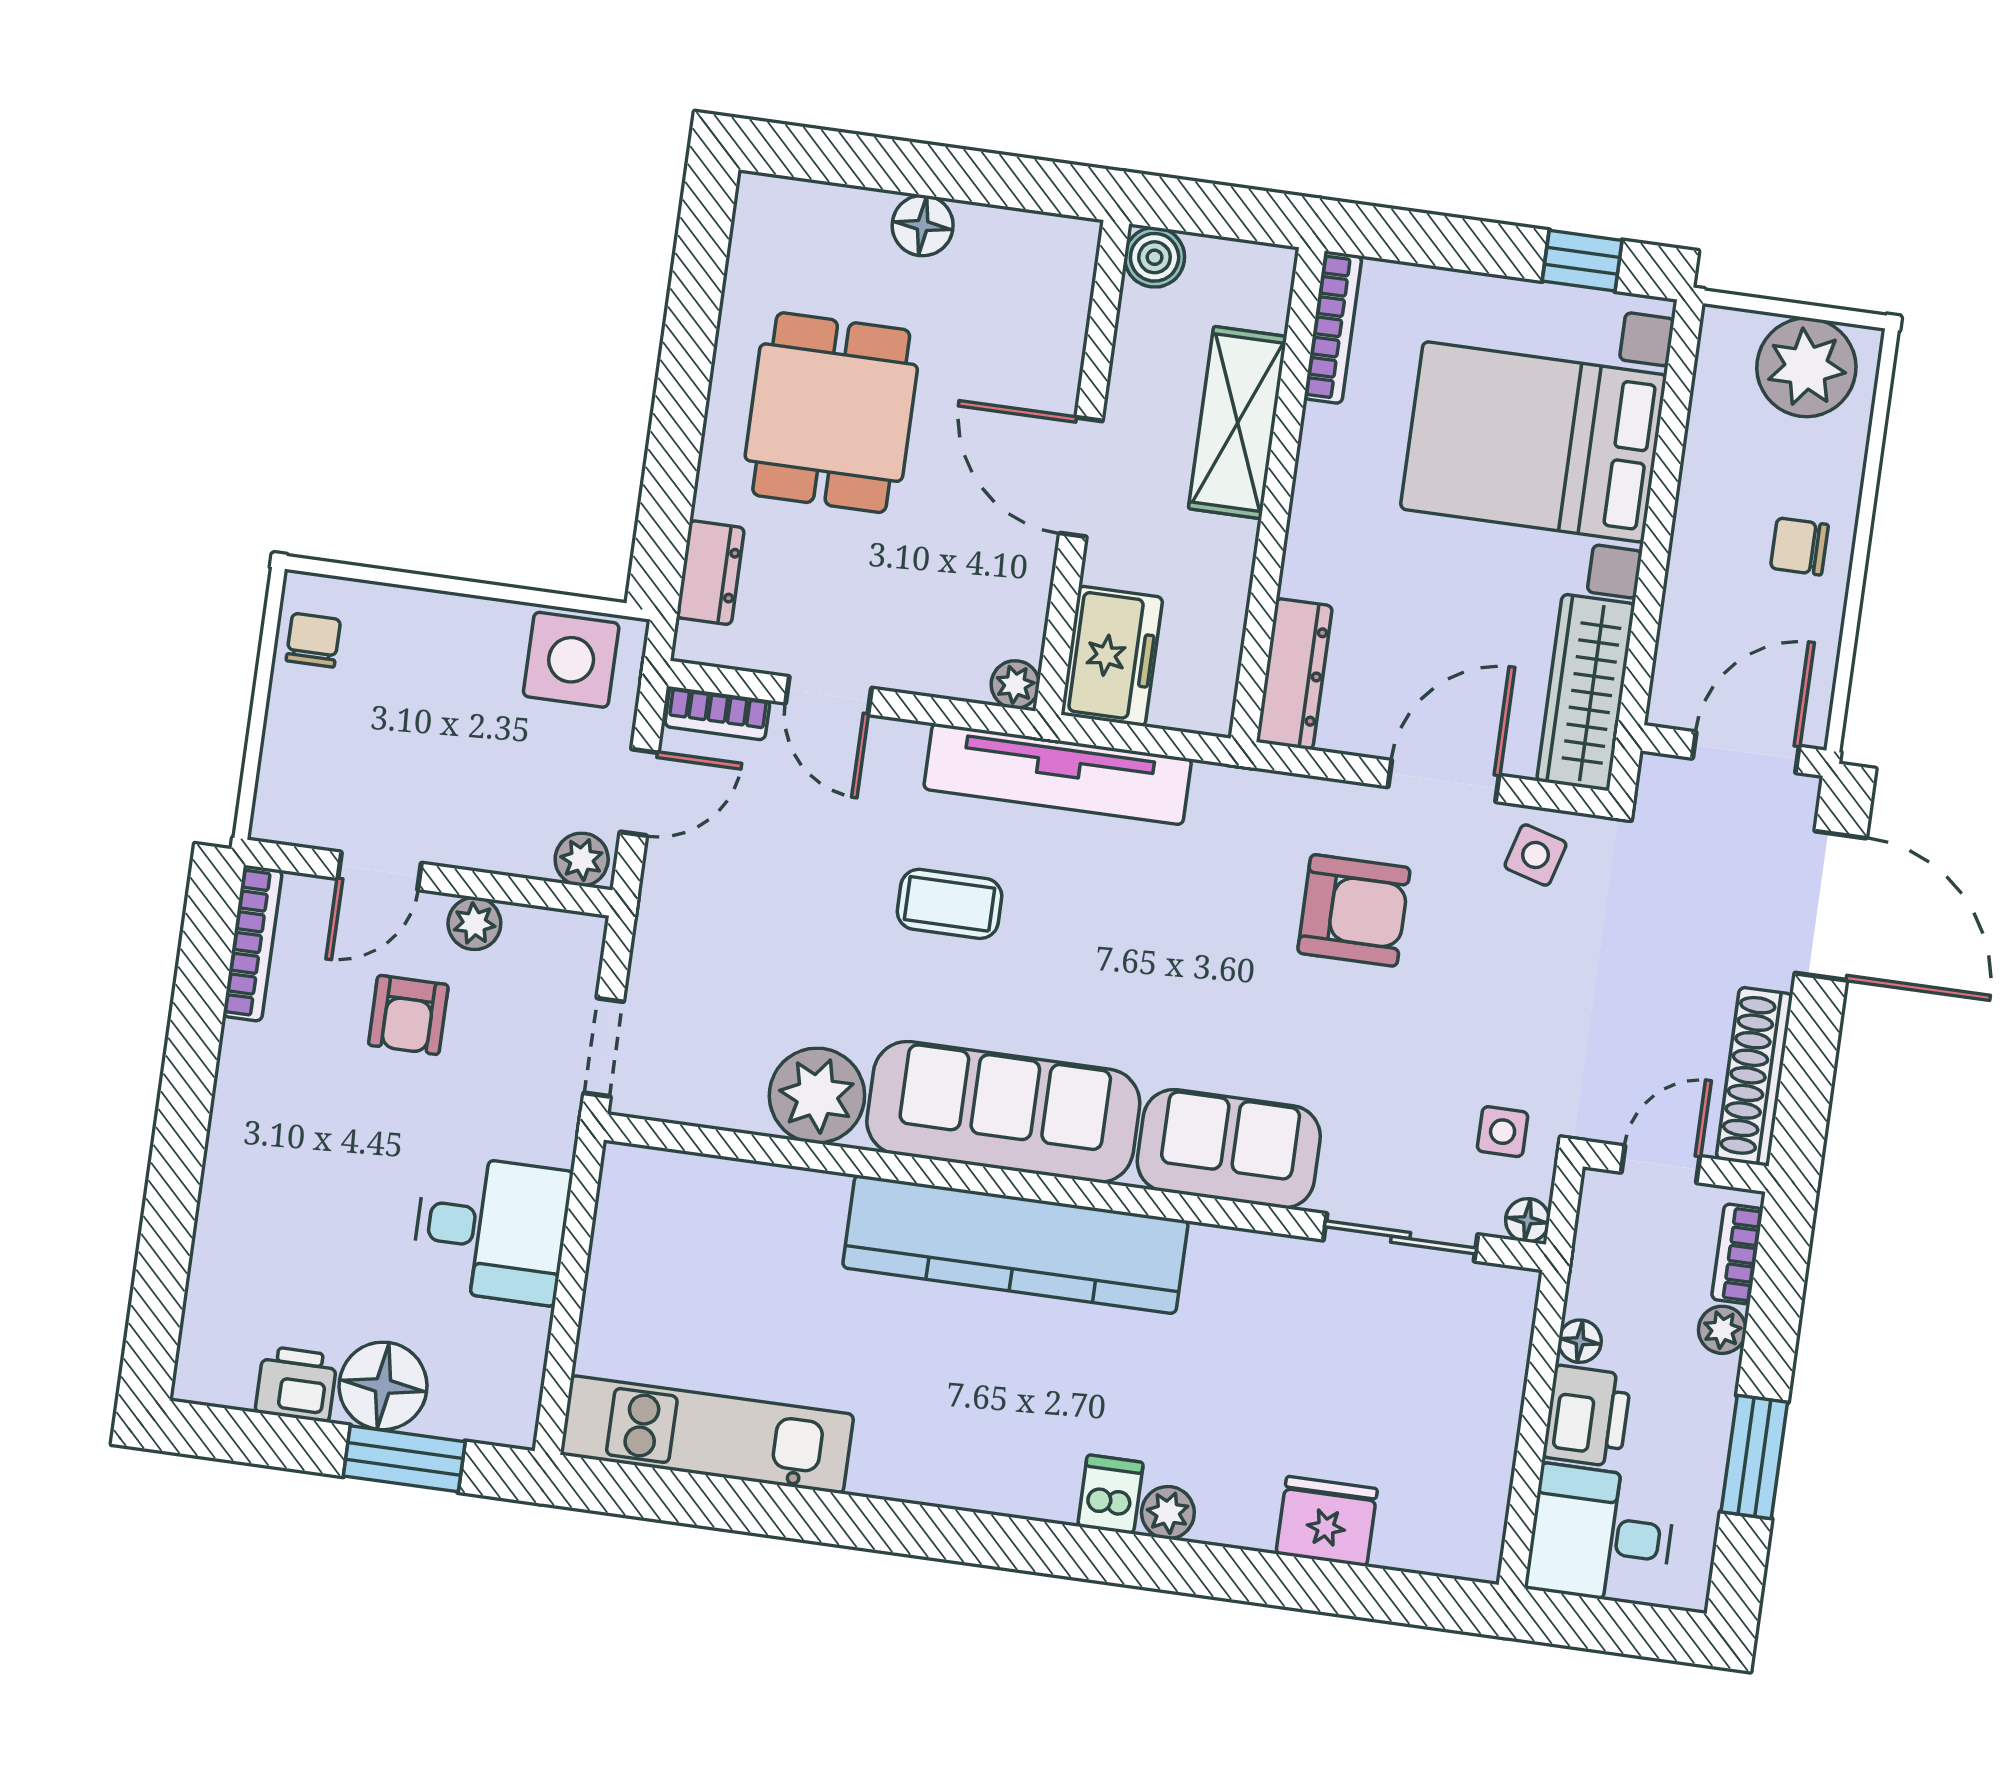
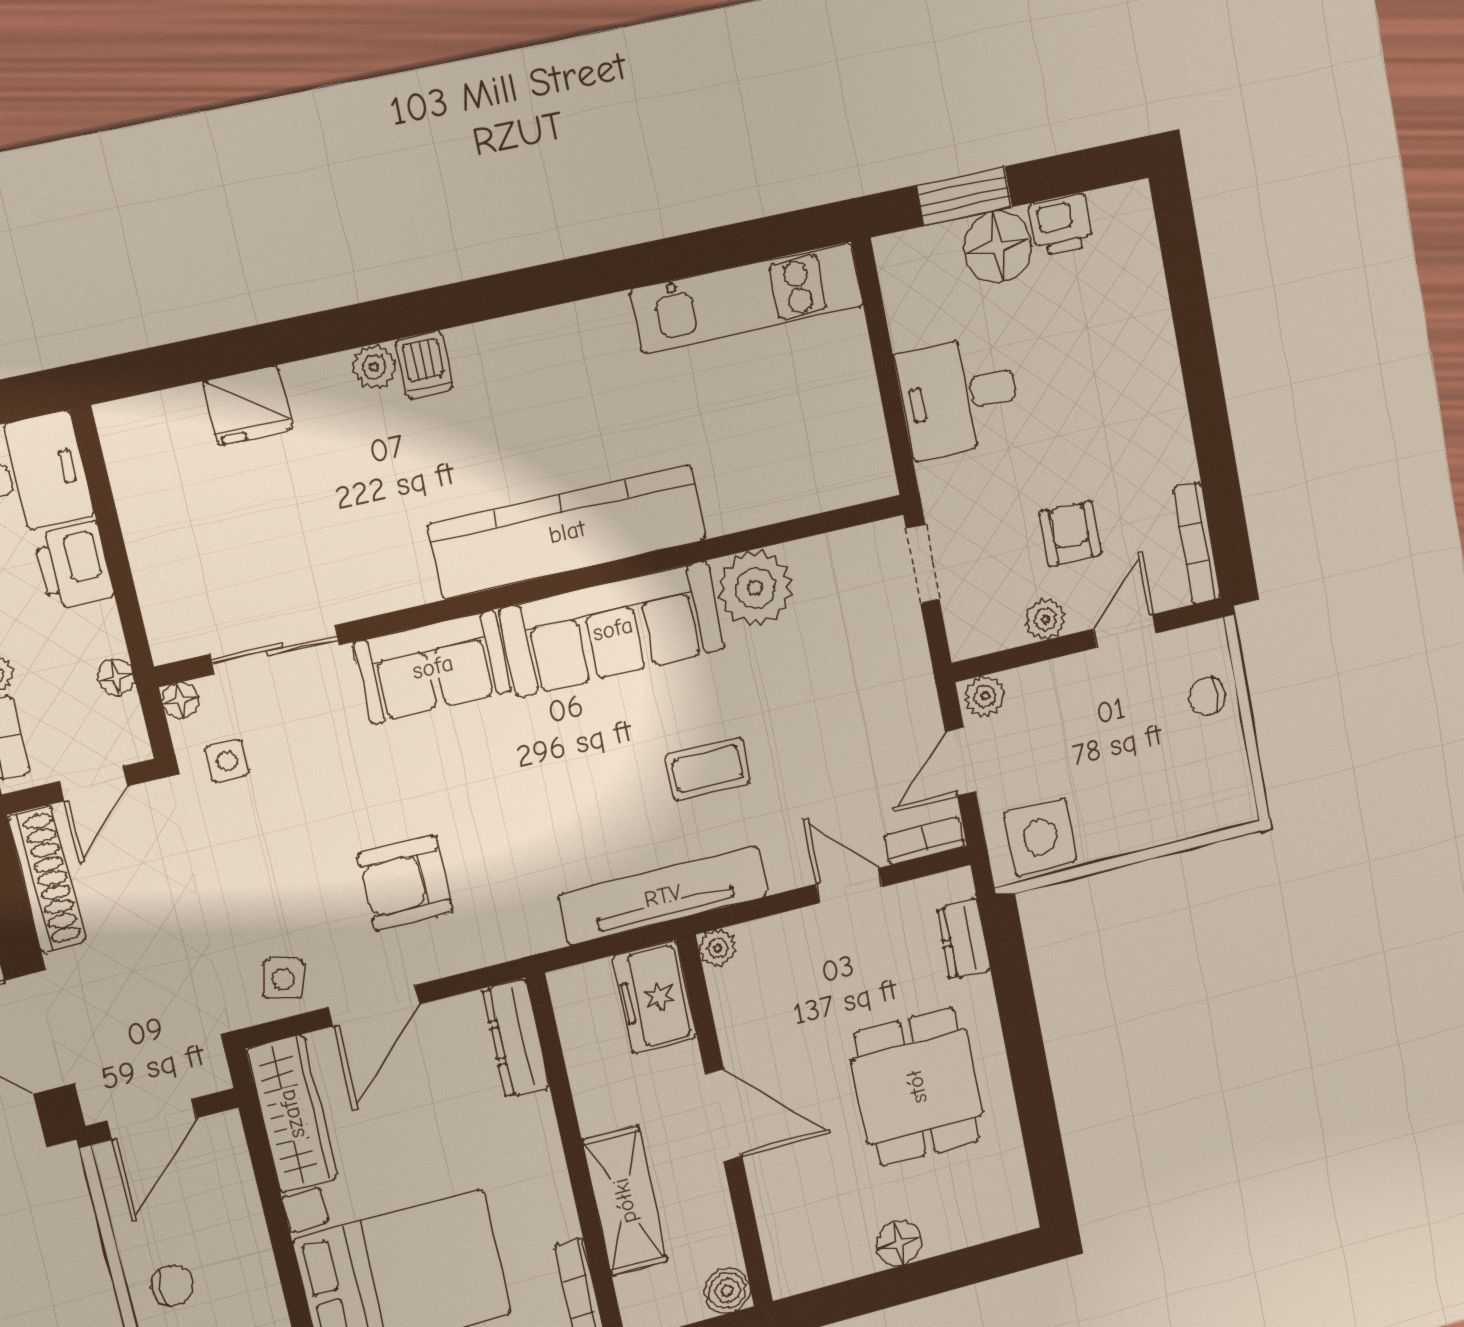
chair: (313, 640) -> (1207, 696), moved, turned 90
floor lamp: (1580, 1341) -> (116, 677), moved

